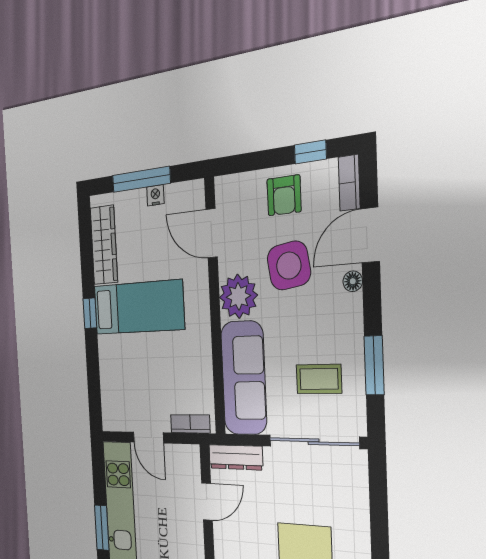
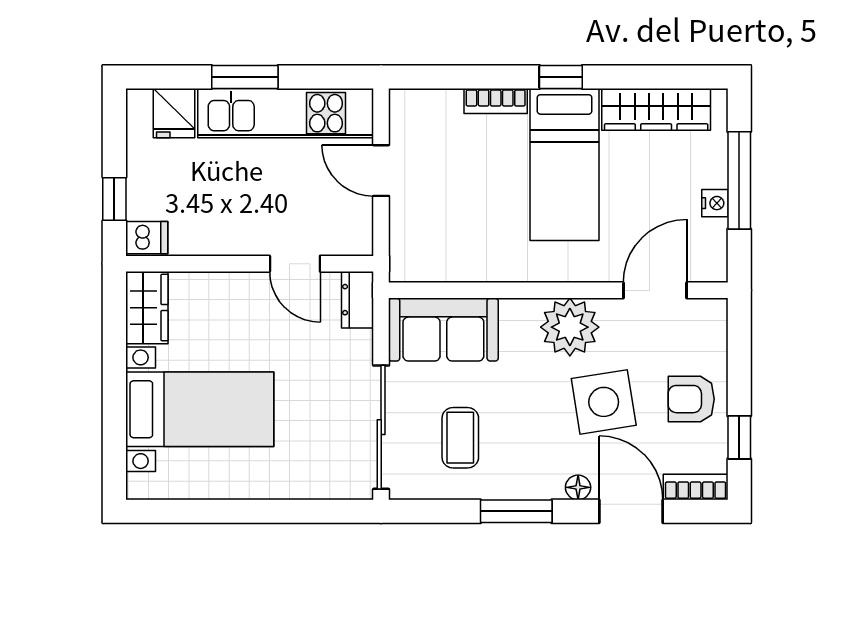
window: (374, 365) -> (516, 511), moved
sofa: (244, 378) -> (443, 330), width x0.73
bookcase: (190, 424) -> (496, 101), moved, turned 90
door: (148, 437) -> (381, 171), hinge flipped
dresser: (236, 457) -> (357, 300), width x0.70

